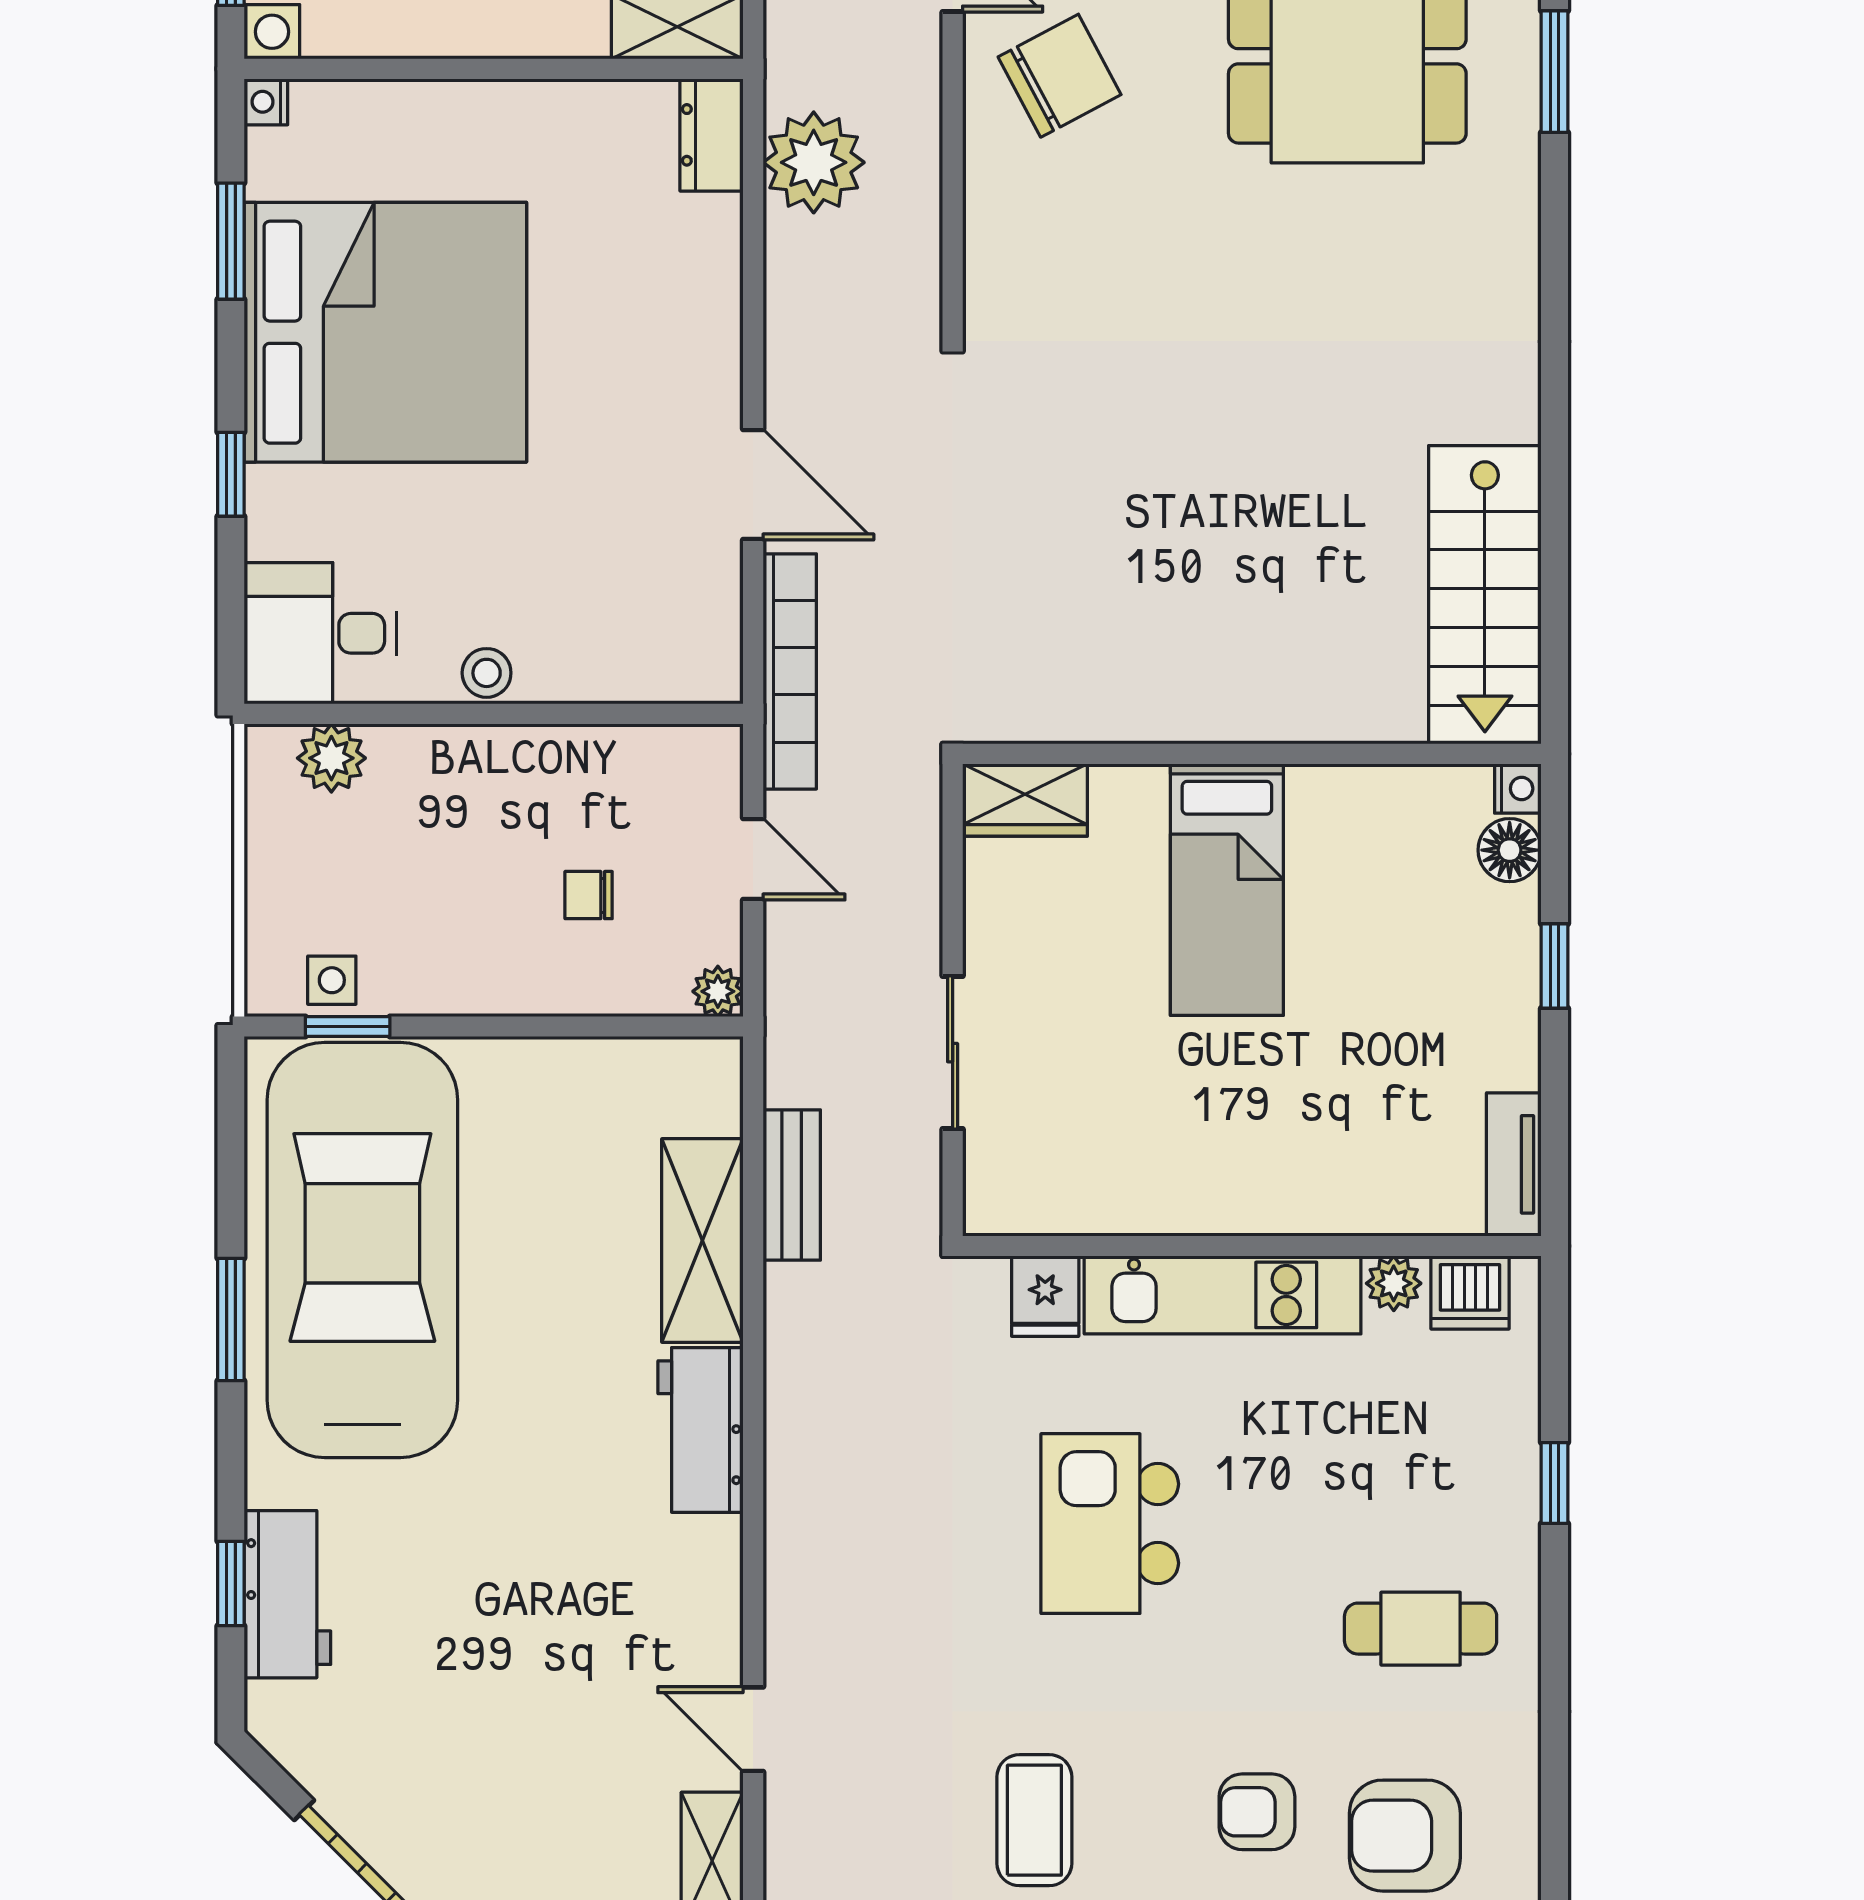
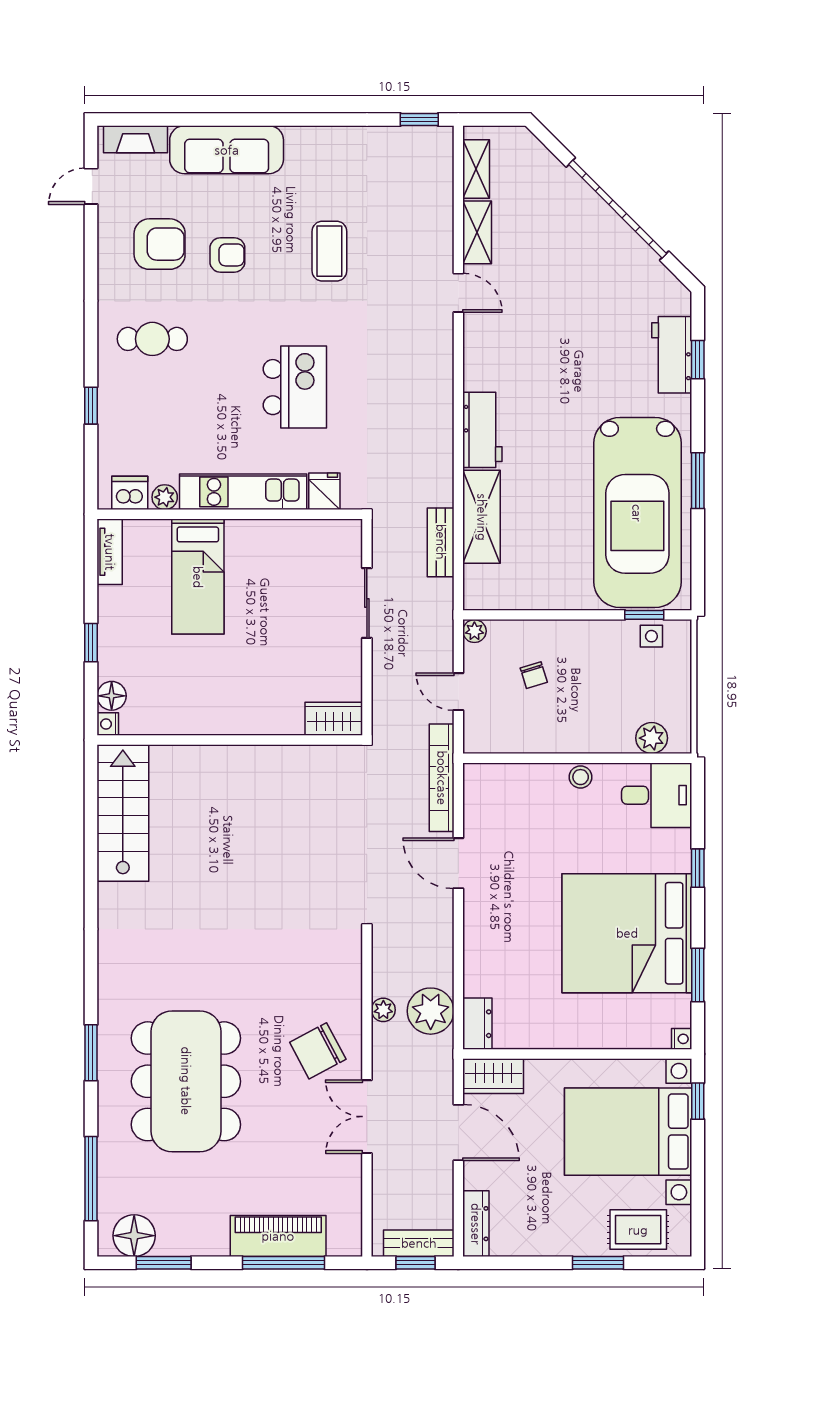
plant: (917, 165) -> (383, 1010), added
bed: (1227, 890) -> (198, 577), moved, turned 180
chair: (589, 895) -> (534, 675), turned 73

